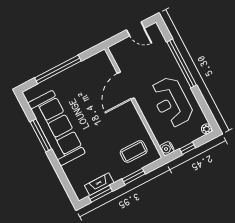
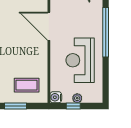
door: (126, 86) -> (49, 26), hinge flipped
plant: (207, 129) -> (77, 98), moved

